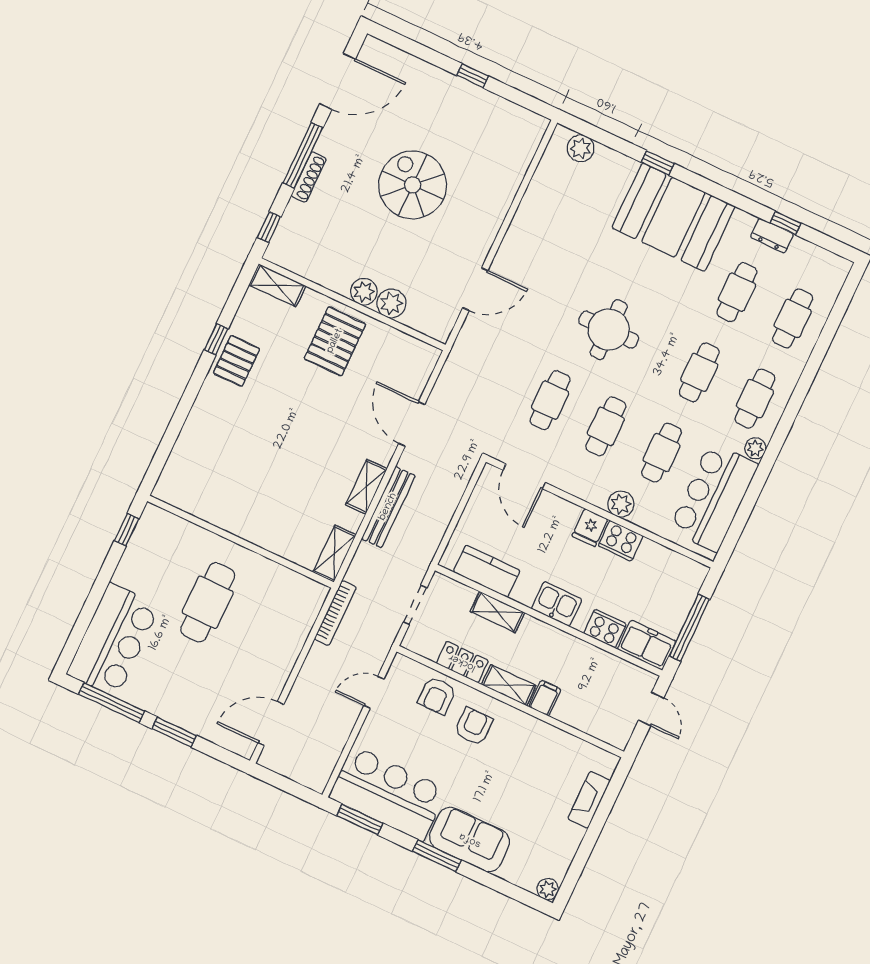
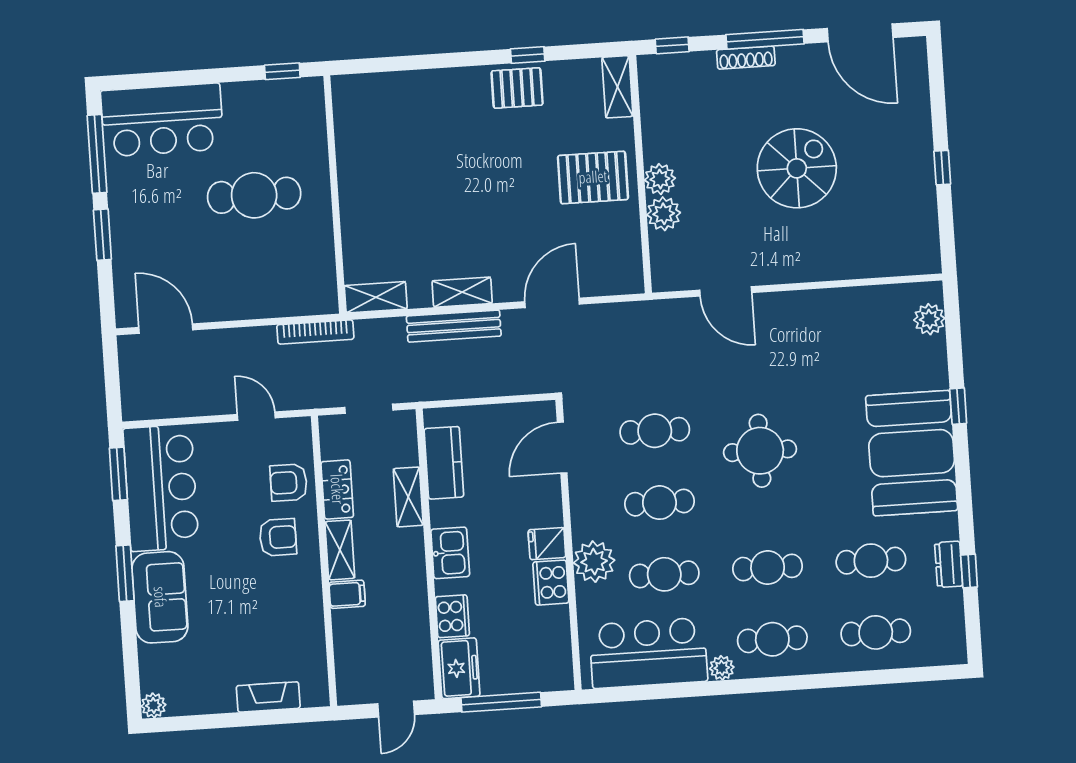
plant: (621, 504) -> (594, 562), width x1.36, depth x1.36

